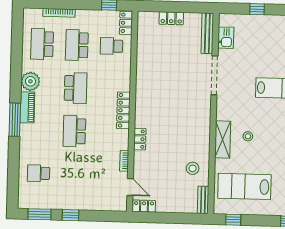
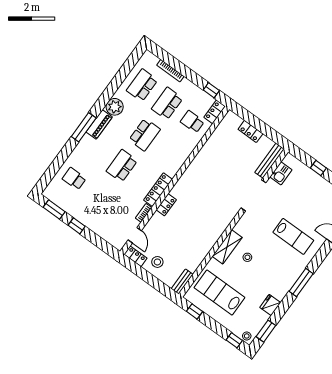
locker: (123, 110) -> (158, 190), moved
stool: (193, 168) -> (157, 262), moved

